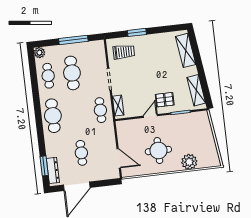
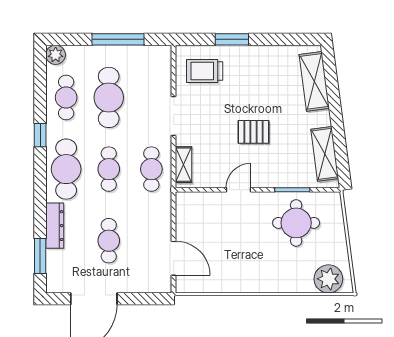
trolley: (124, 52) -> (205, 71), turned 180
window: (36, 98) -> (40, 135), added
pallet: (165, 100) -> (253, 132), moved
cafe table: (77, 113) -> (109, 169), added
round table: (158, 151) -> (296, 223), moved
plant: (189, 162) -> (328, 279), moved
dresser: (53, 170) -> (55, 226), moved

